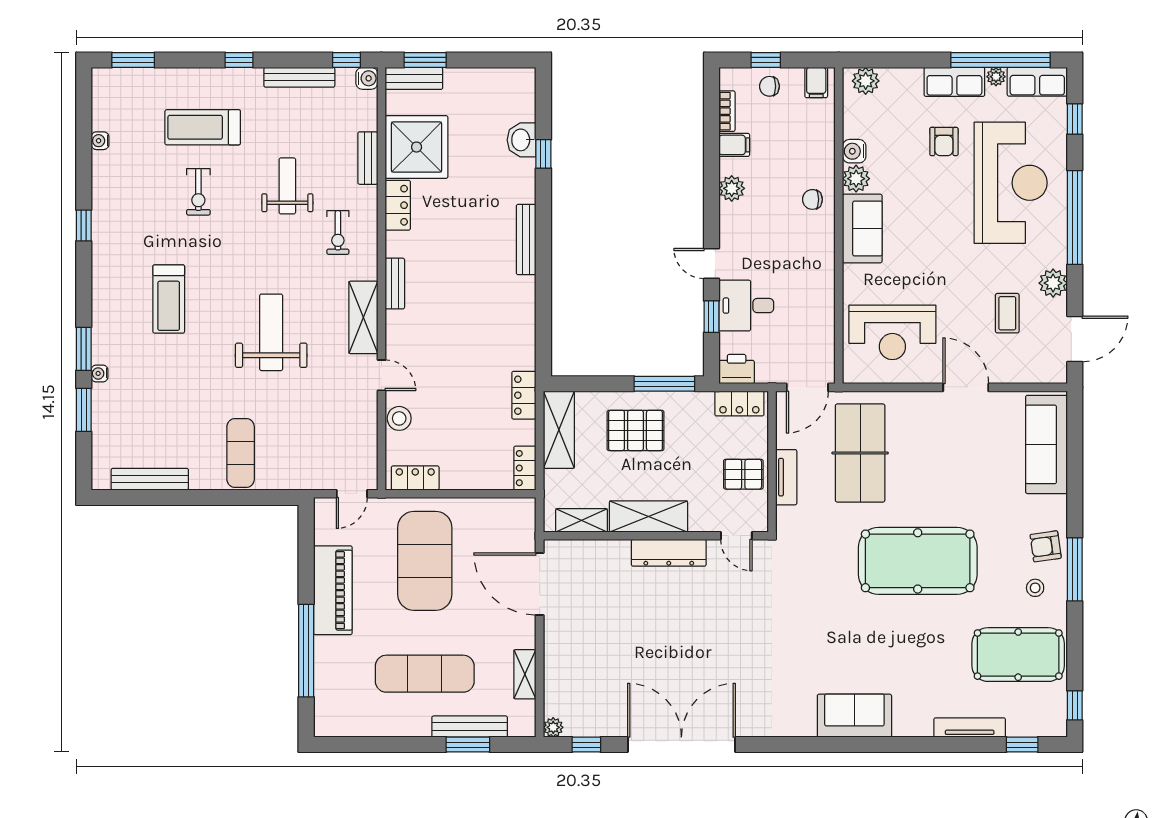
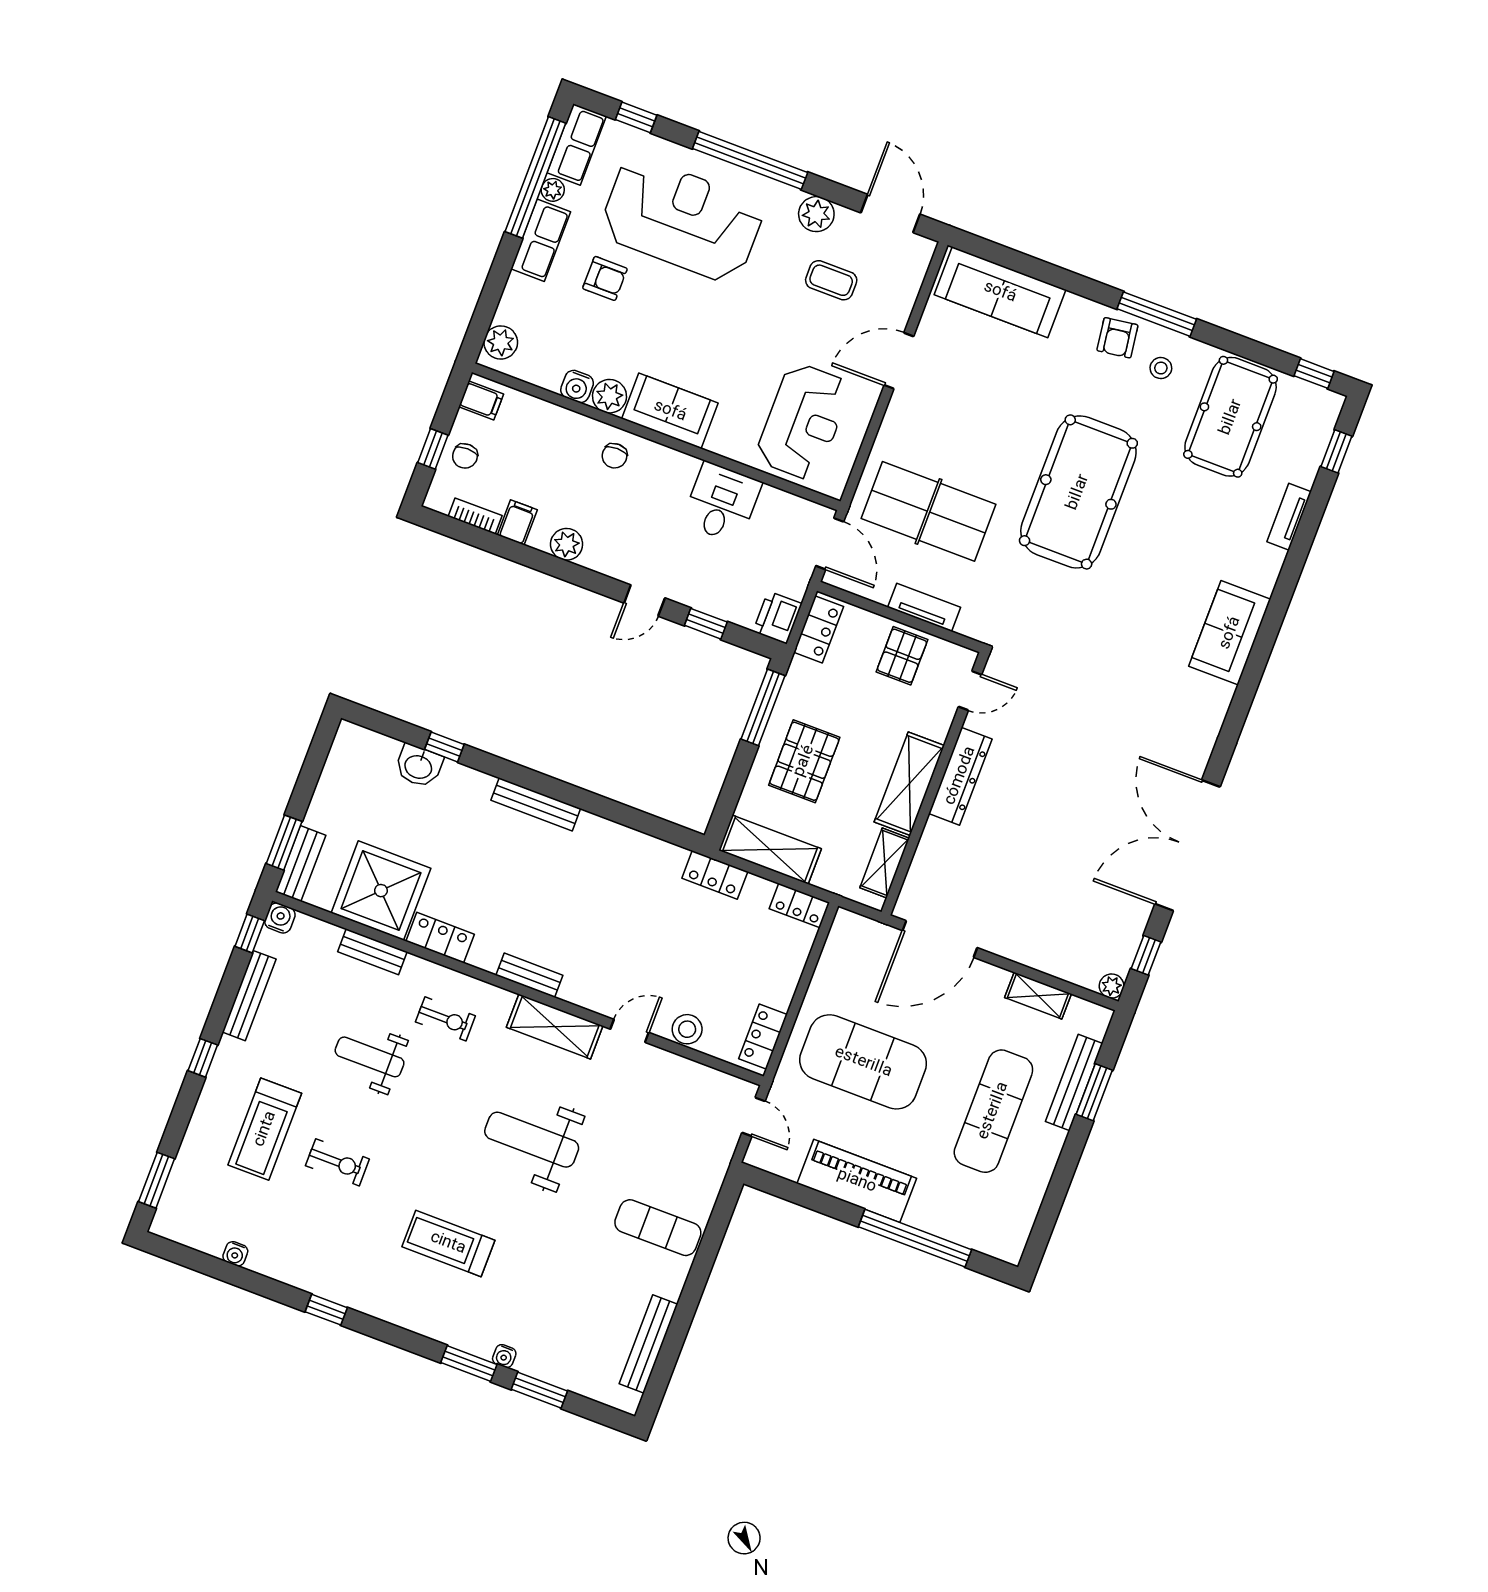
treadmill: (169, 299) -> (448, 1243), turned 180
desk: (746, 306) -> (722, 503), moved, turned 180
tv unit: (970, 727) -> (1289, 517), width x0.71

